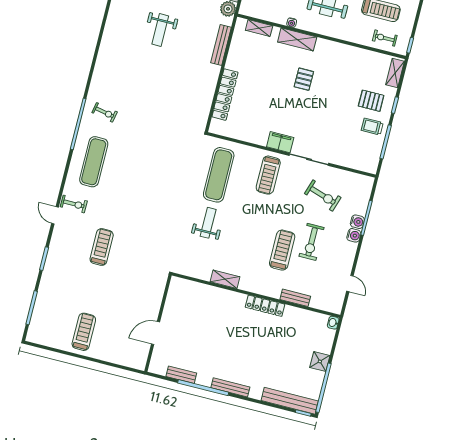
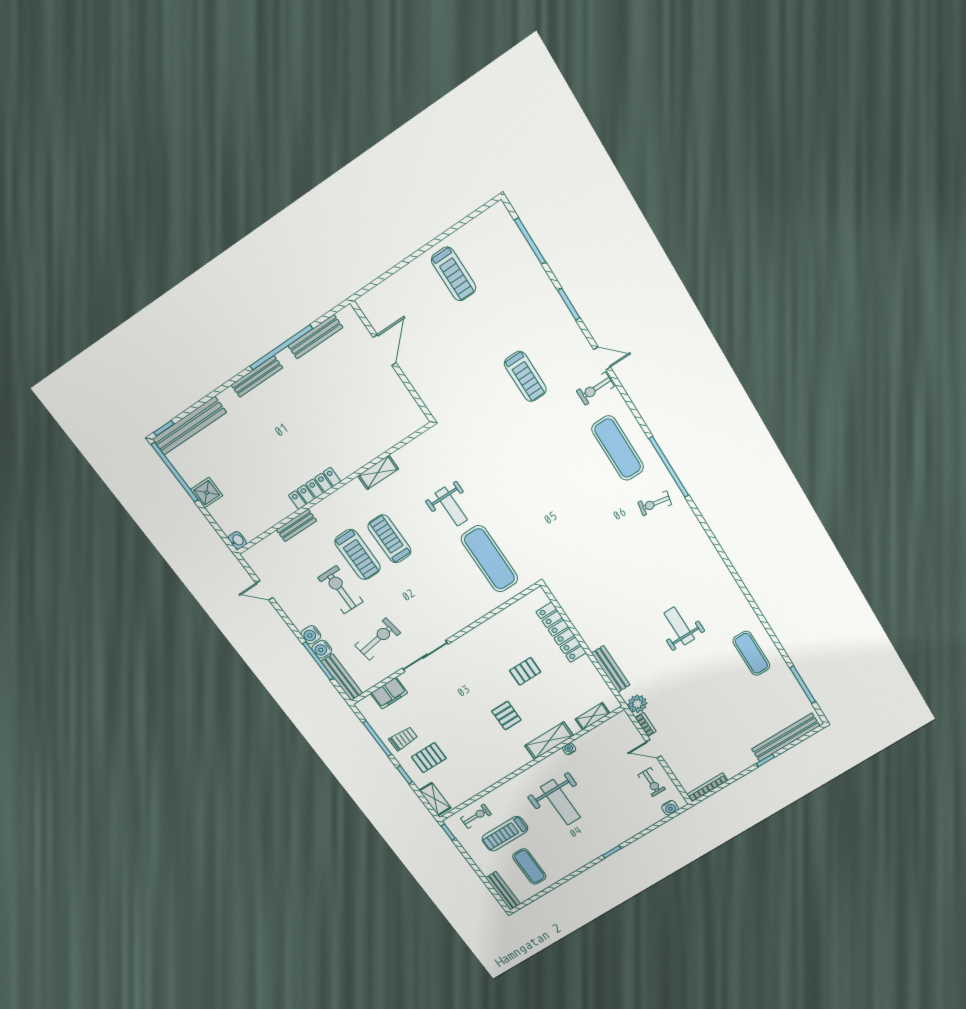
pallet: (267, 93) -> (525, 671), added
filing cabinet: (280, 142) -> (389, 693), moved
treadmill: (268, 175) -> (389, 539), moved
exercise bike: (323, 195) -> (378, 639), turned 153
bench: (365, 196) -> (342, 677), added
bench: (181, 375) -> (315, 337), width x1.36

